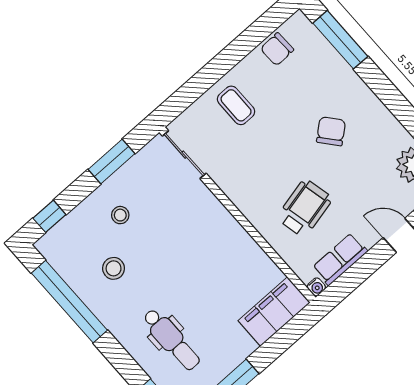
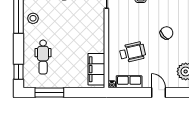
stool: (114, 268) -> (33, 18), moved
filing cabinet: (274, 312) -> (96, 69), moved, turned -90

